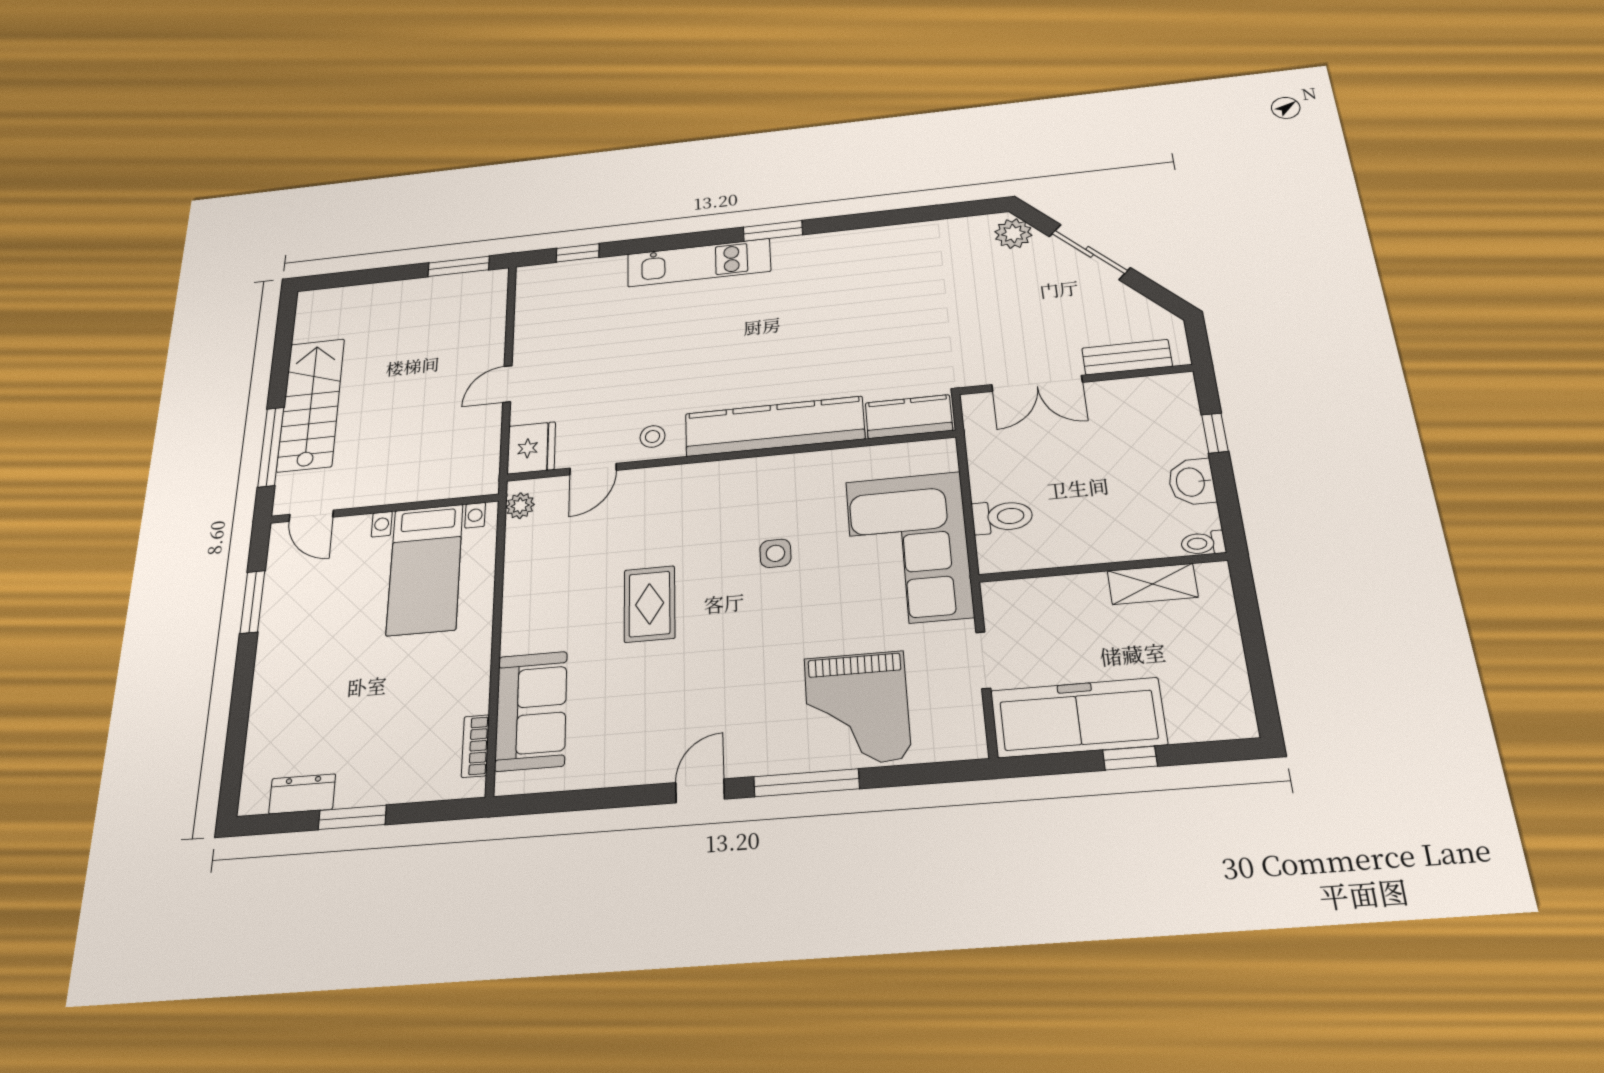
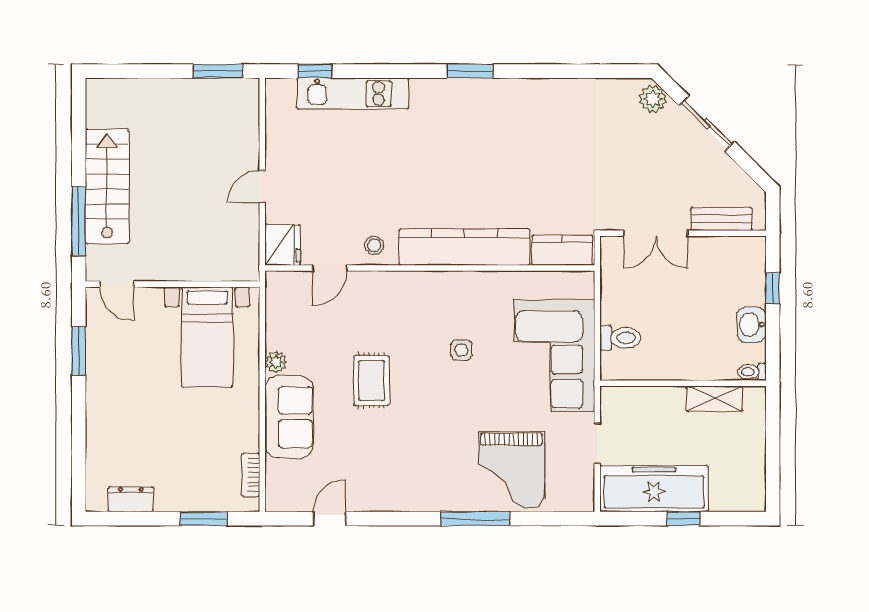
kitchen unit: (699, 263) -> (353, 94), moved
plant: (520, 506) -> (276, 362), moved
sofa: (531, 711) -> (289, 417), moved
door: (700, 791) -> (330, 519), moved
window: (352, 817) -> (204, 519), moved

